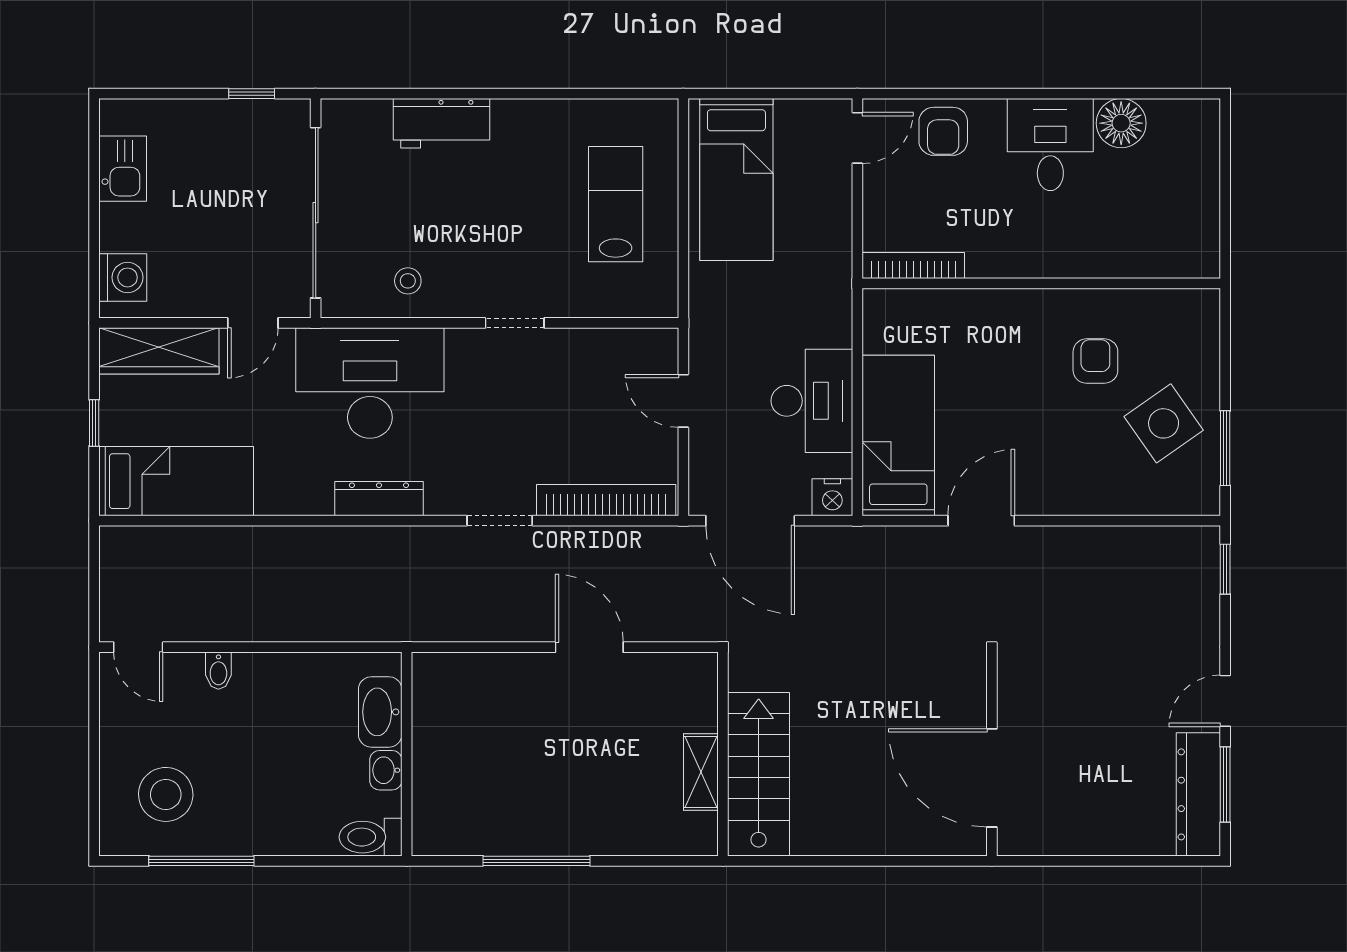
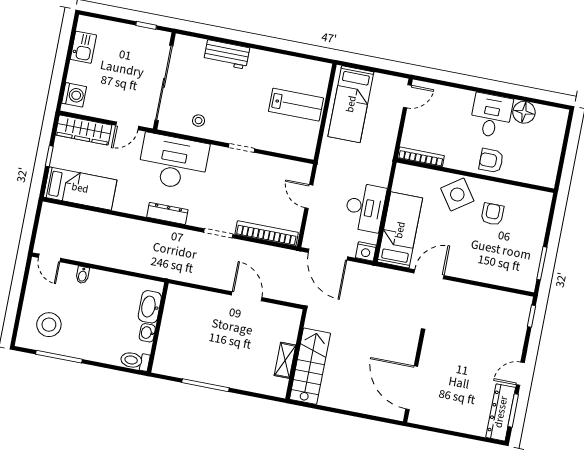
armchair: (943, 131) -> (491, 161), moved, turned 90
lab bench: (616, 204) -> (296, 105), turned 90
side table: (1164, 423) -> (457, 195), moved

